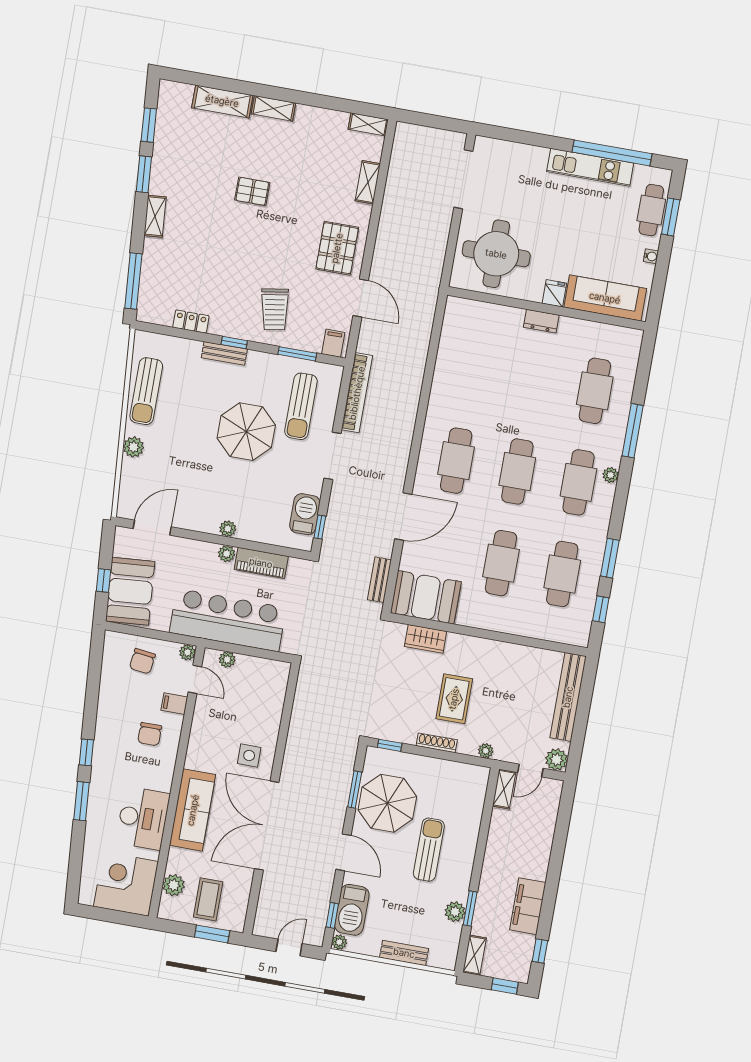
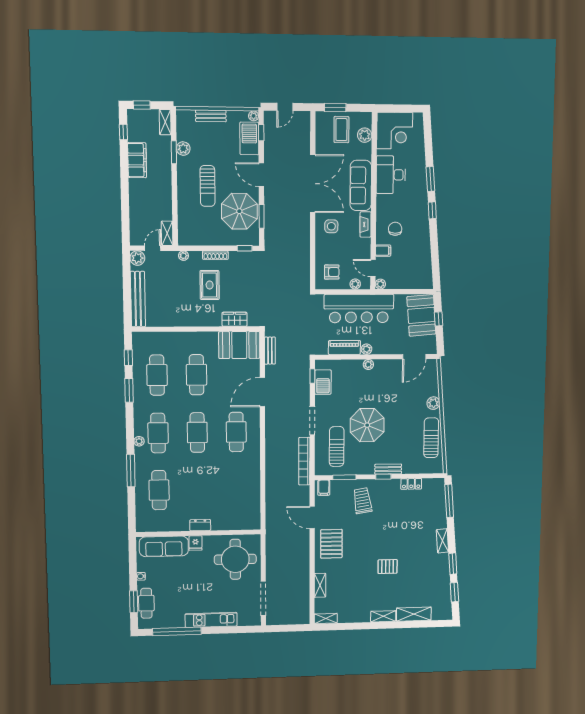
kitchen unit: (590, 167) -> (211, 620), moved
chair: (142, 661) -> (407, 274), removed
armchair: (261, 685) -> (332, 272), added
fireplace: (195, 749) -> (366, 224), added

